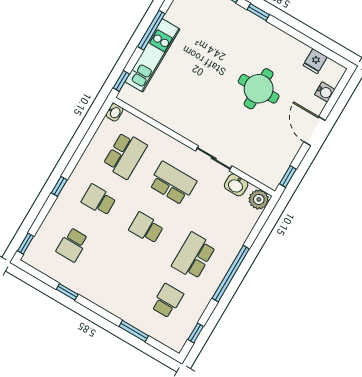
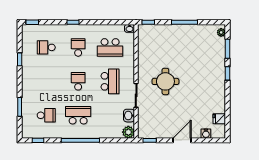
kitchen unit: (152, 55) -> (172, 31), removed
round table: (259, 89) -> (165, 81), moved

